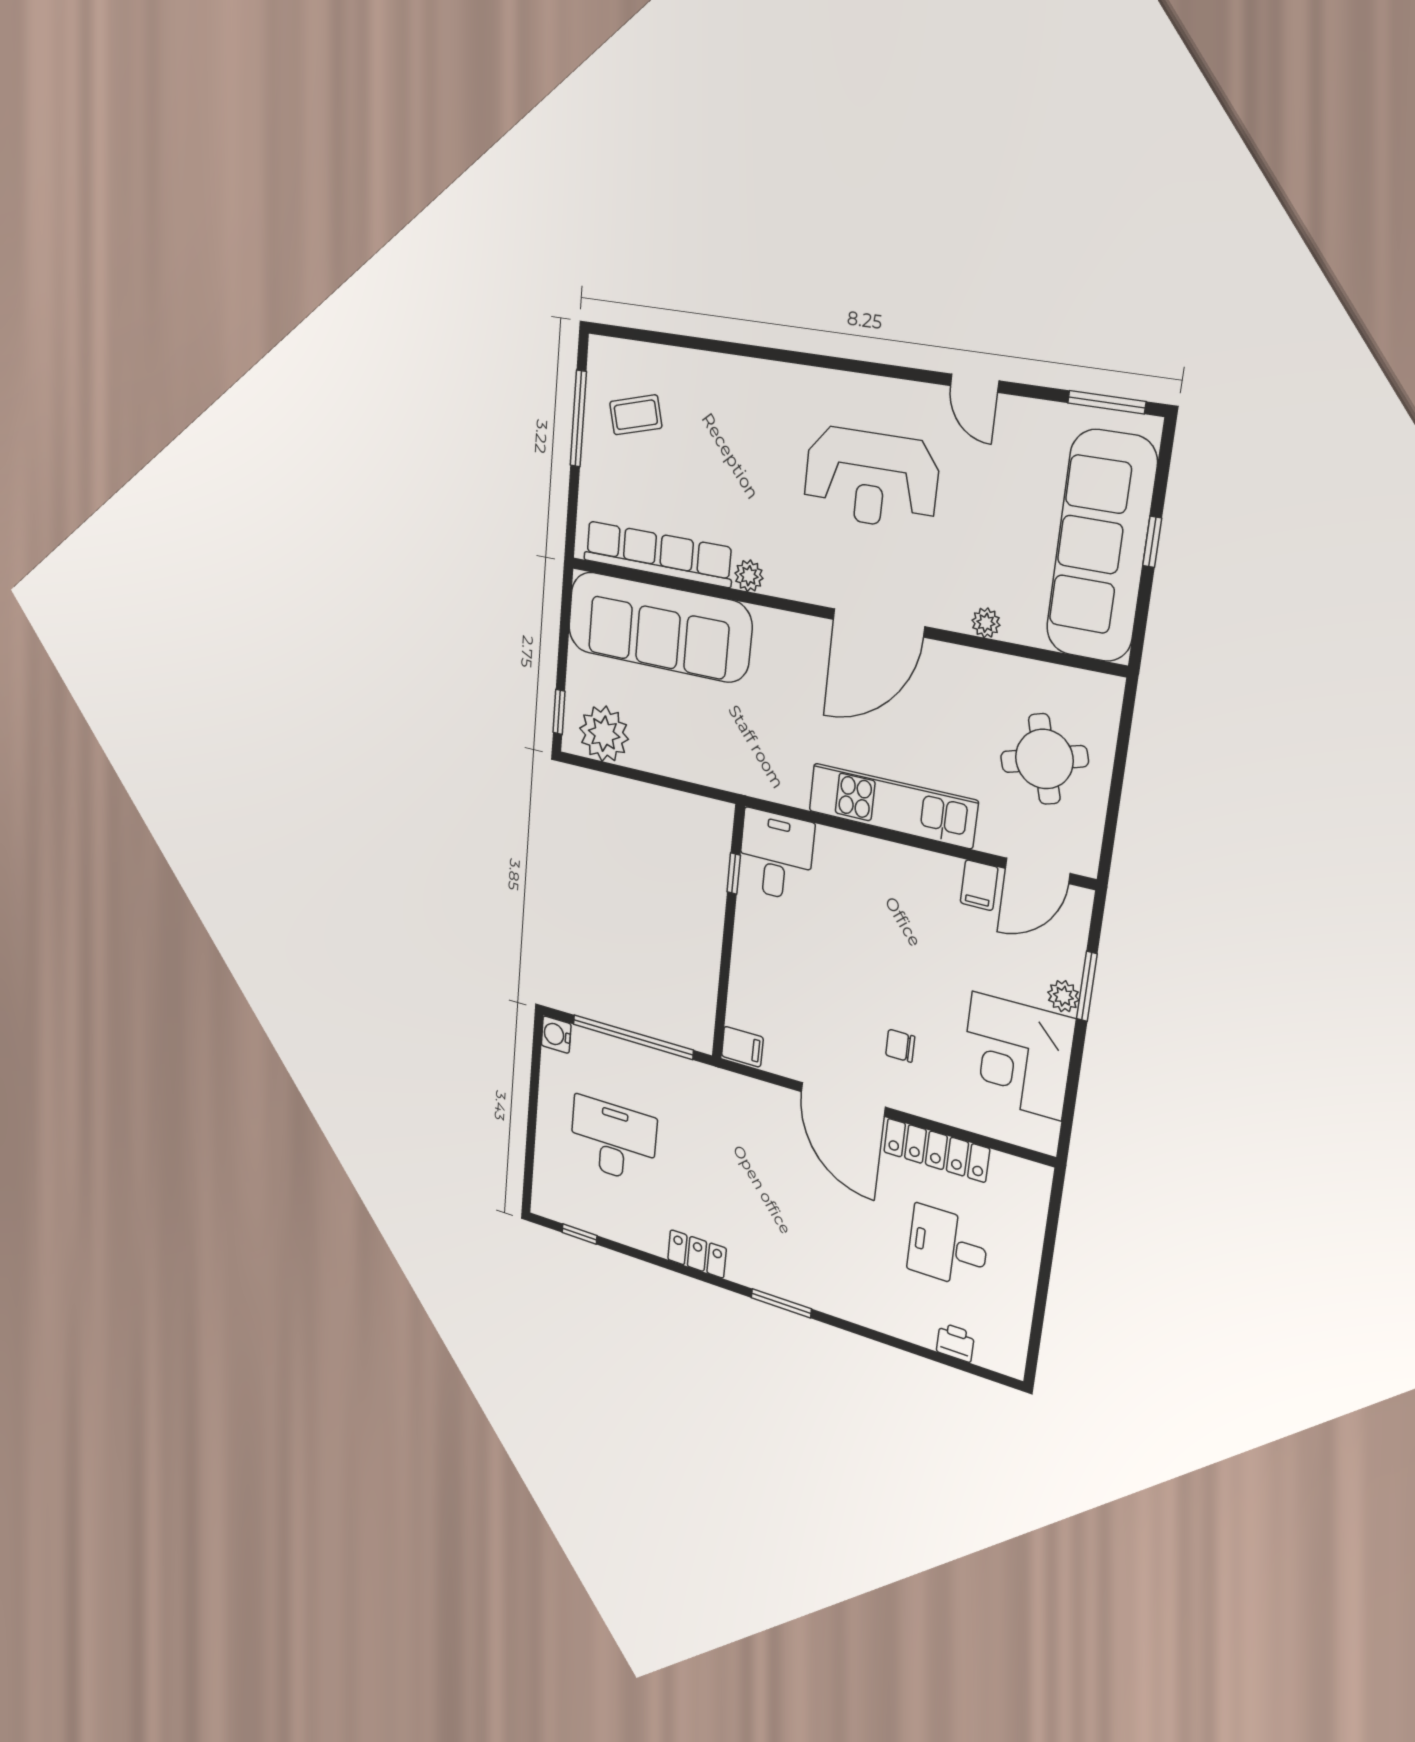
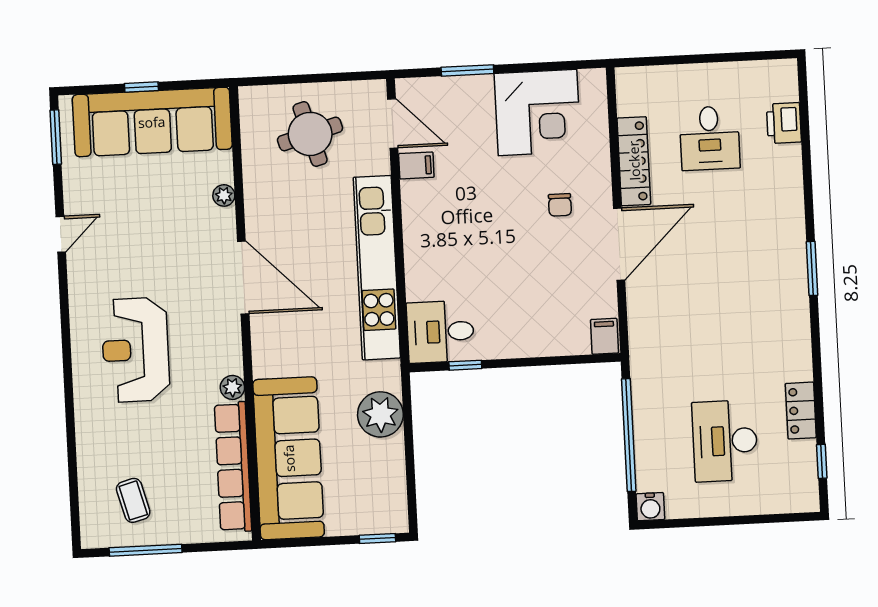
reception desk: (871, 478) -> (135, 350), moved, turned 180
plant: (604, 734) -> (380, 414), moved
kitchen unit: (892, 806) -> (377, 268), width x1.36
plant: (1063, 996) -> (480, 86), removed
locker: (697, 1254) -> (801, 411), moved
printer: (955, 1342) -> (784, 123), width x1.36, depth x1.24

